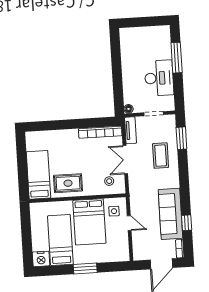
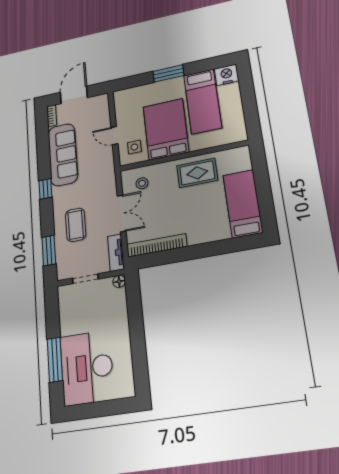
desk: (159, 78) -> (87, 368), moved, width x1.36, depth x1.30
bed: (38, 175) -> (243, 204), moved, turned 180
window: (187, 223) -> (45, 189), moved

